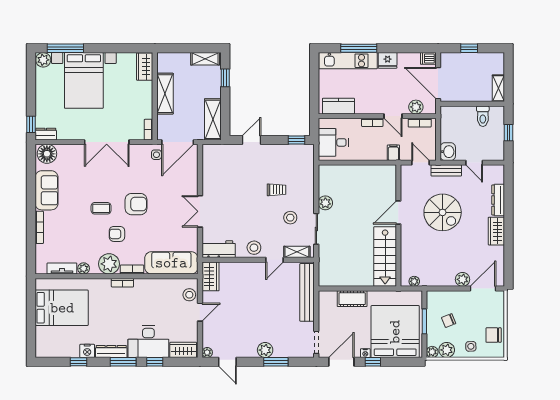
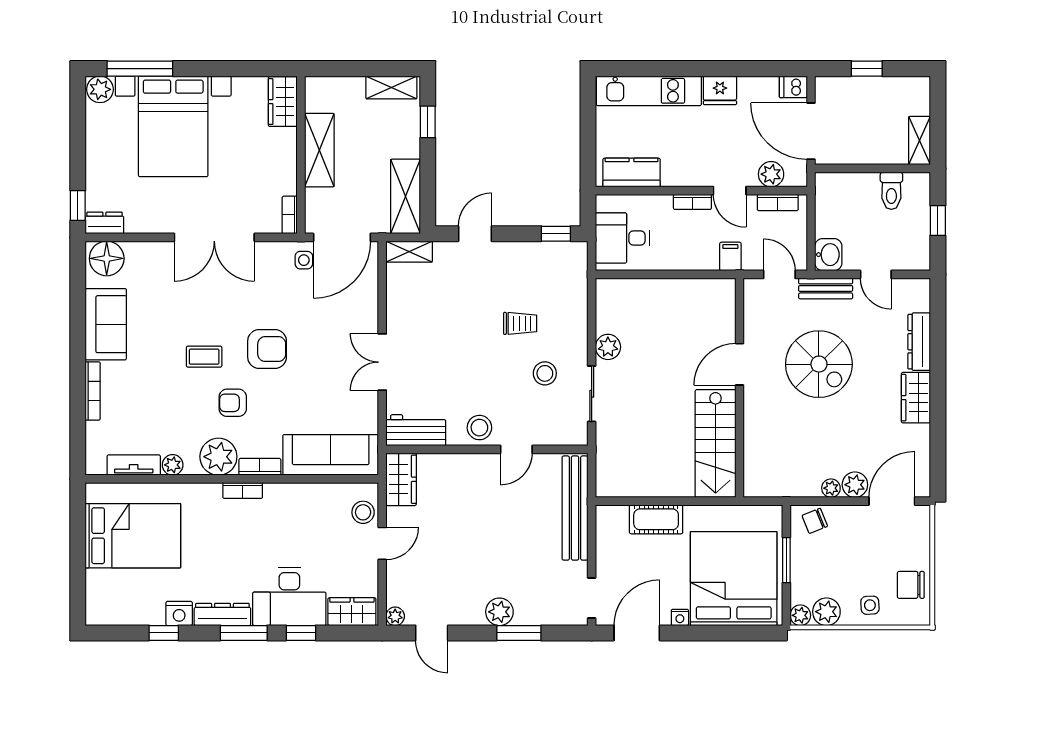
window: (359, 48) -> (668, 69), removed
shelving: (297, 252) -> (409, 252), moved
plant: (414, 281) -> (831, 488), moved
chair: (449, 321) -> (815, 521), moved
window: (373, 362) -> (694, 633), removed

